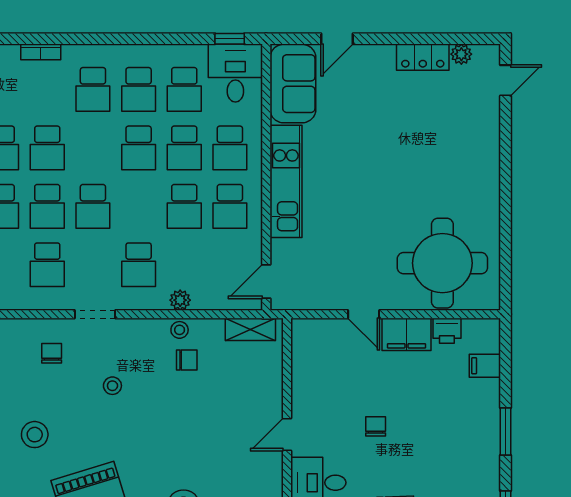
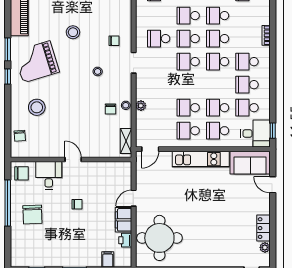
school desk: (139, 148) -> (218, 62), moved
school desk: (139, 265) -> (159, 85), removed
door: (266, 281) -> (150, 149), swing flipped

